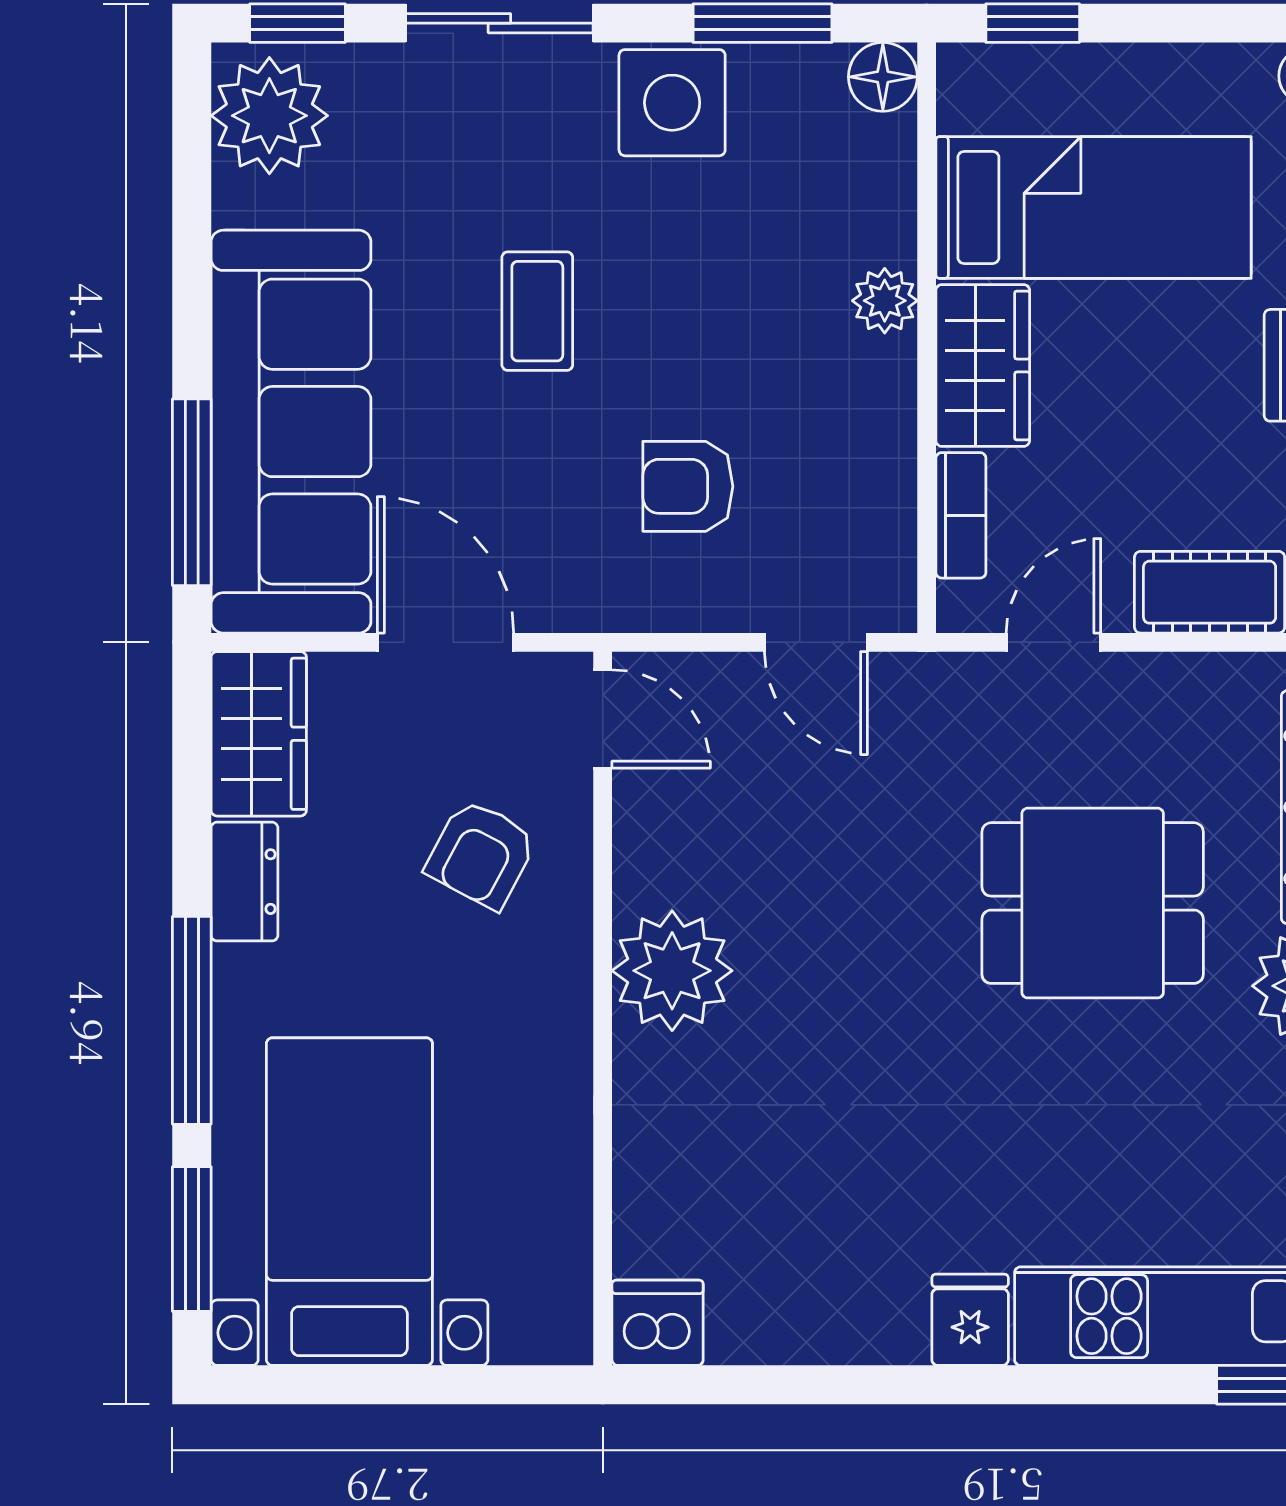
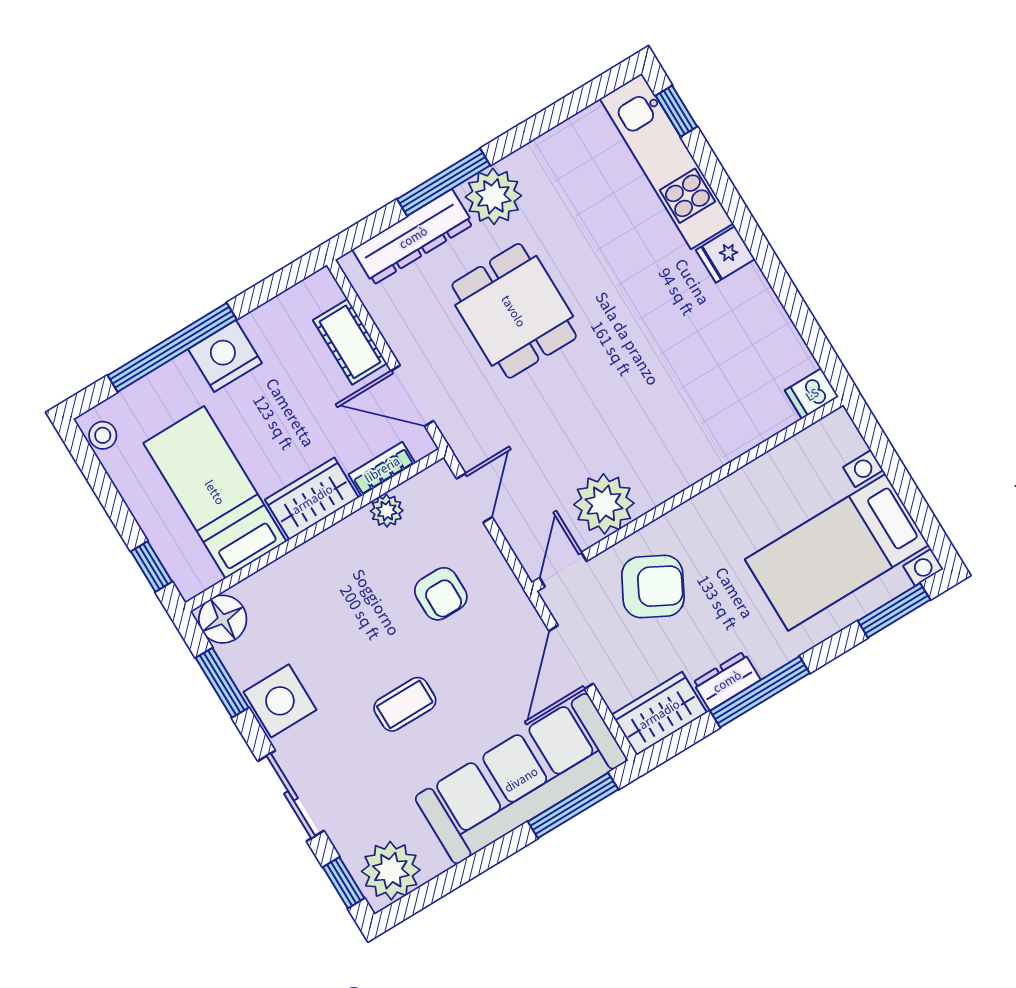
floor lamp: (883, 77) -> (223, 619), width x1.38, depth x1.38
plant: (885, 301) -> (387, 511), moved
door: (1053, 642) -> (412, 396), width x1.38
armchair: (481, 854) -> (653, 587), width x1.38, depth x1.38
plant: (672, 971) -> (604, 504), moved
window: (192, 1020) -> (760, 692), moved
dishwasher: (658, 1323) -> (812, 394), width x0.73

